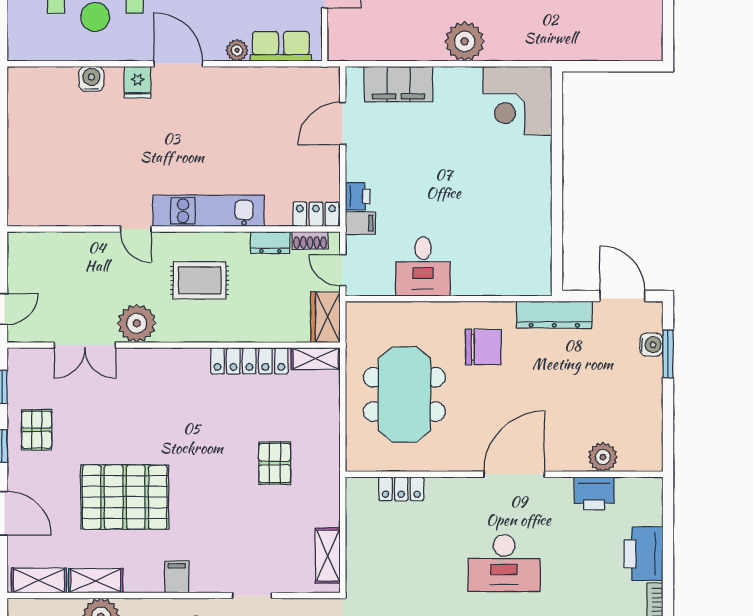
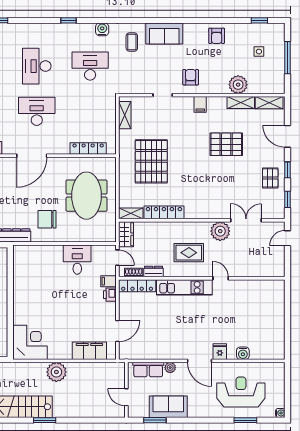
locker: (316, 214) -> (137, 286), width x1.53
pallet: (275, 463) -> (151, 161), width x2.05, depth x2.00
locker: (401, 489) -> (88, 148), width x1.53
pallet: (125, 497) -> (226, 144), width x0.73, depth x0.71

